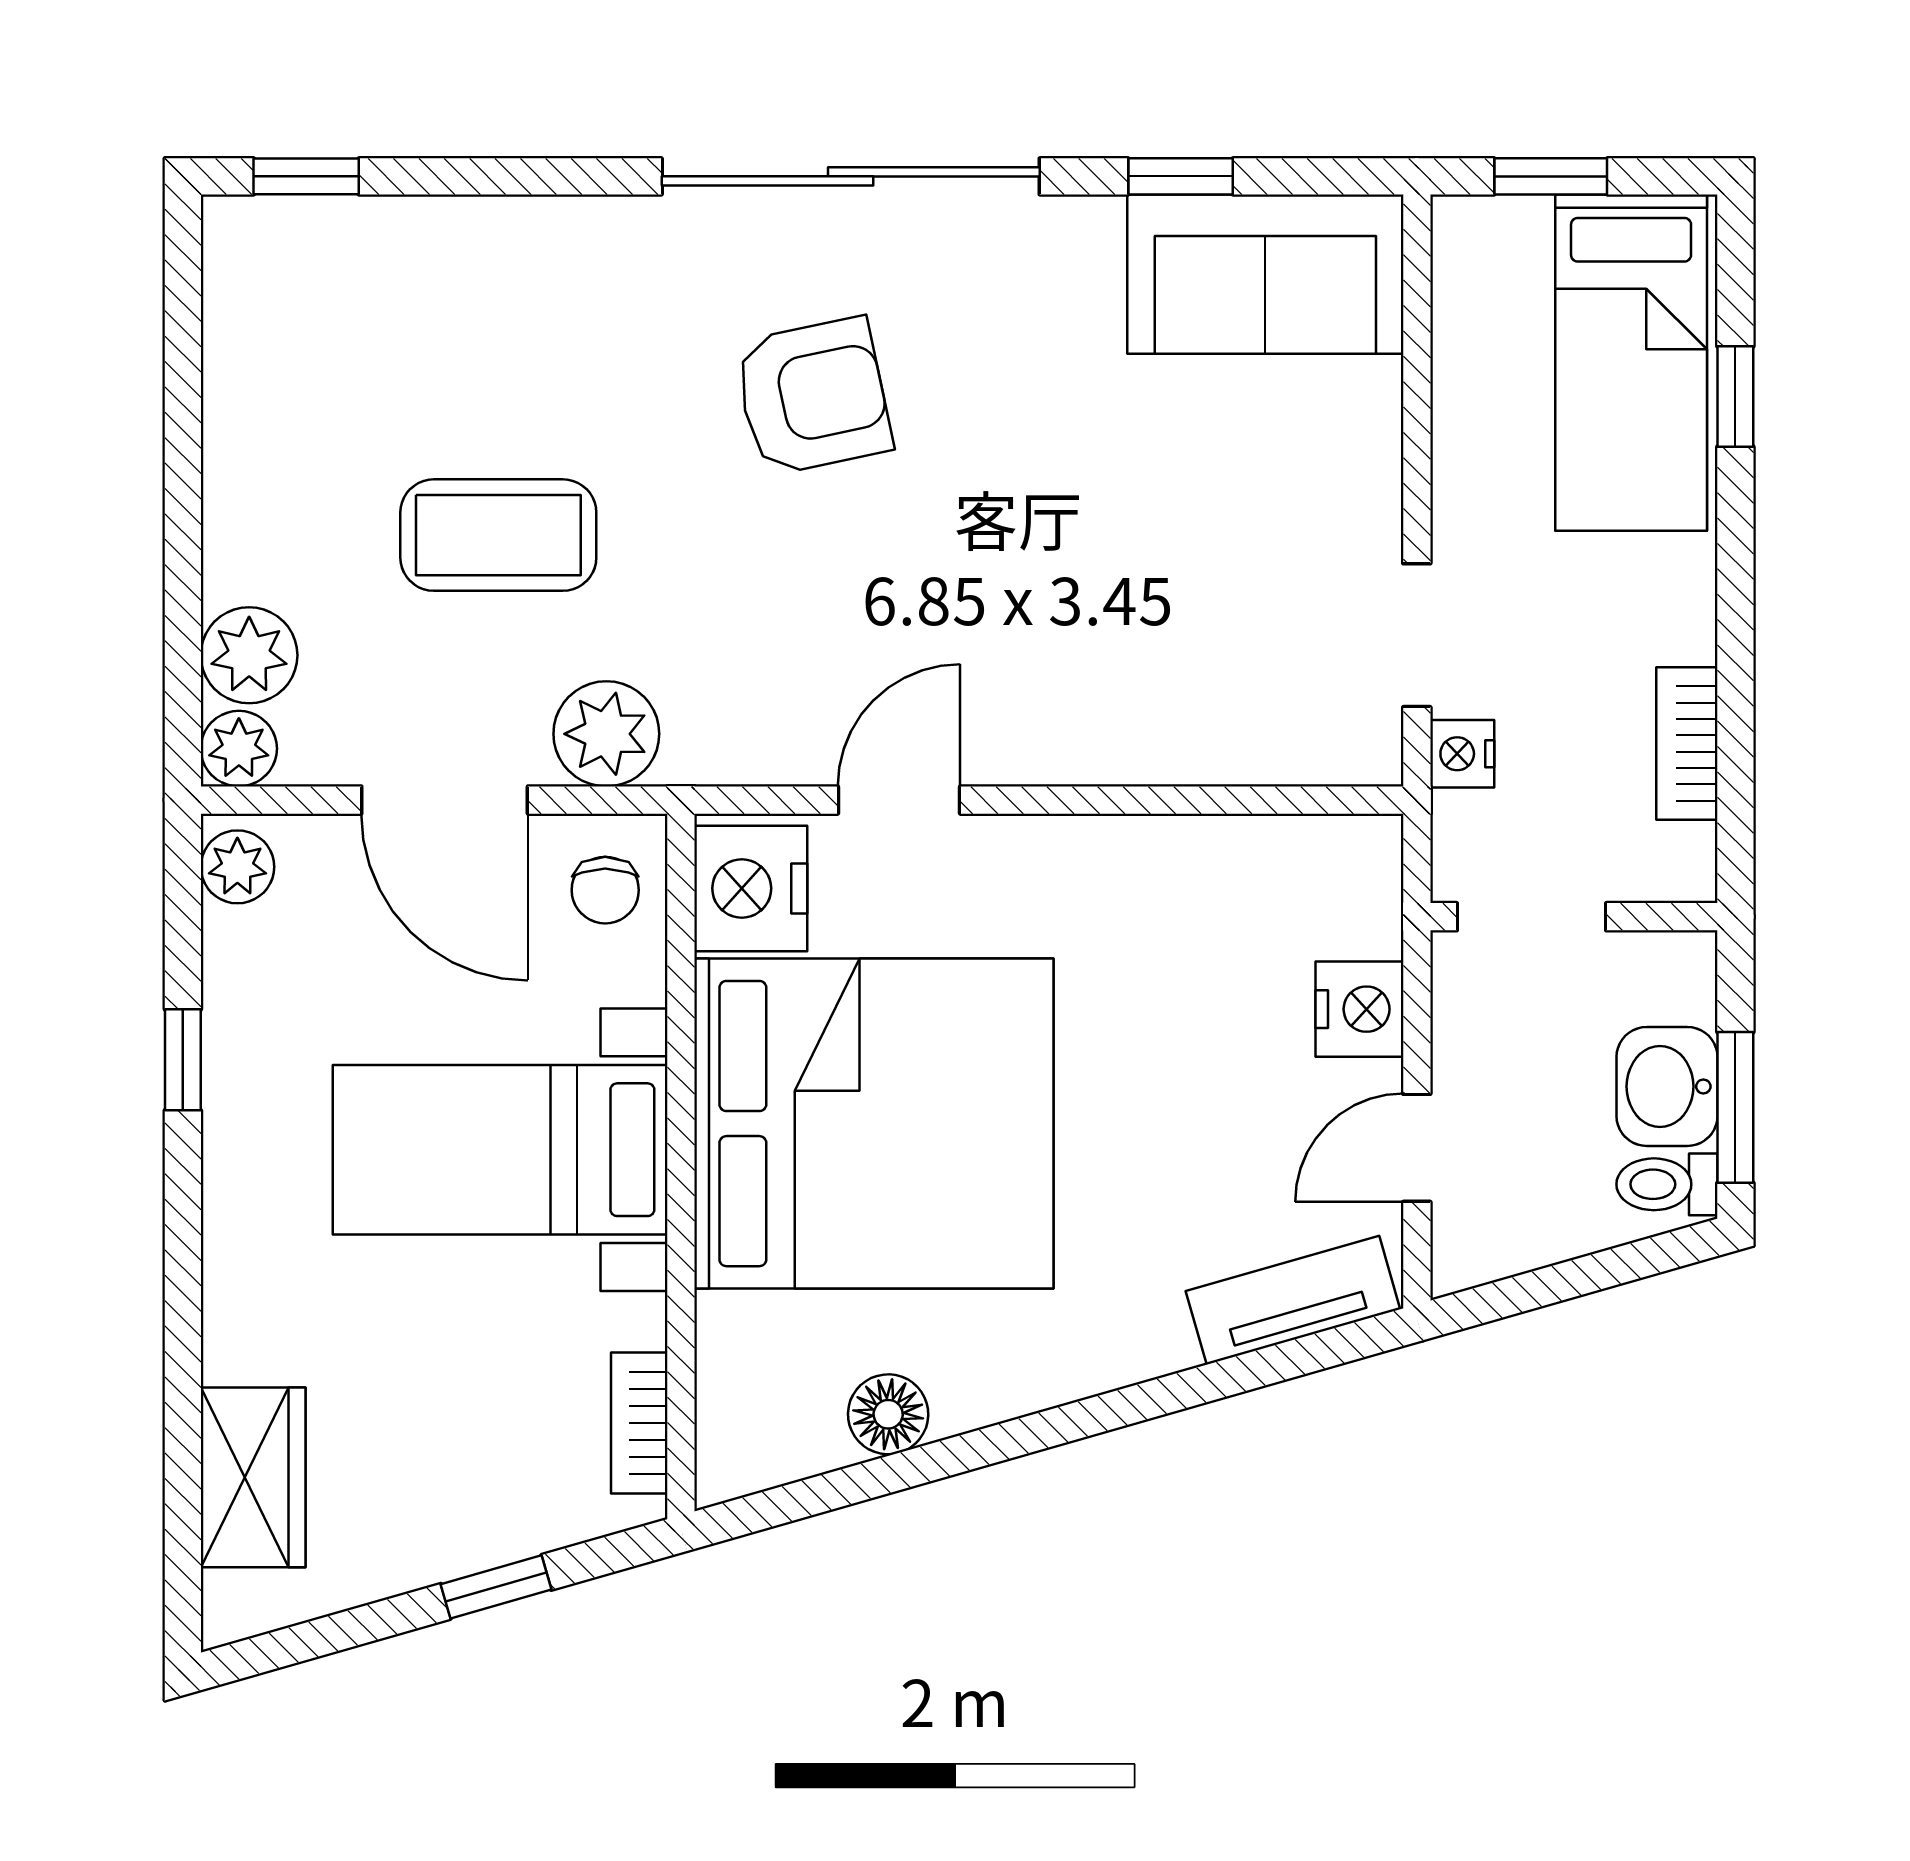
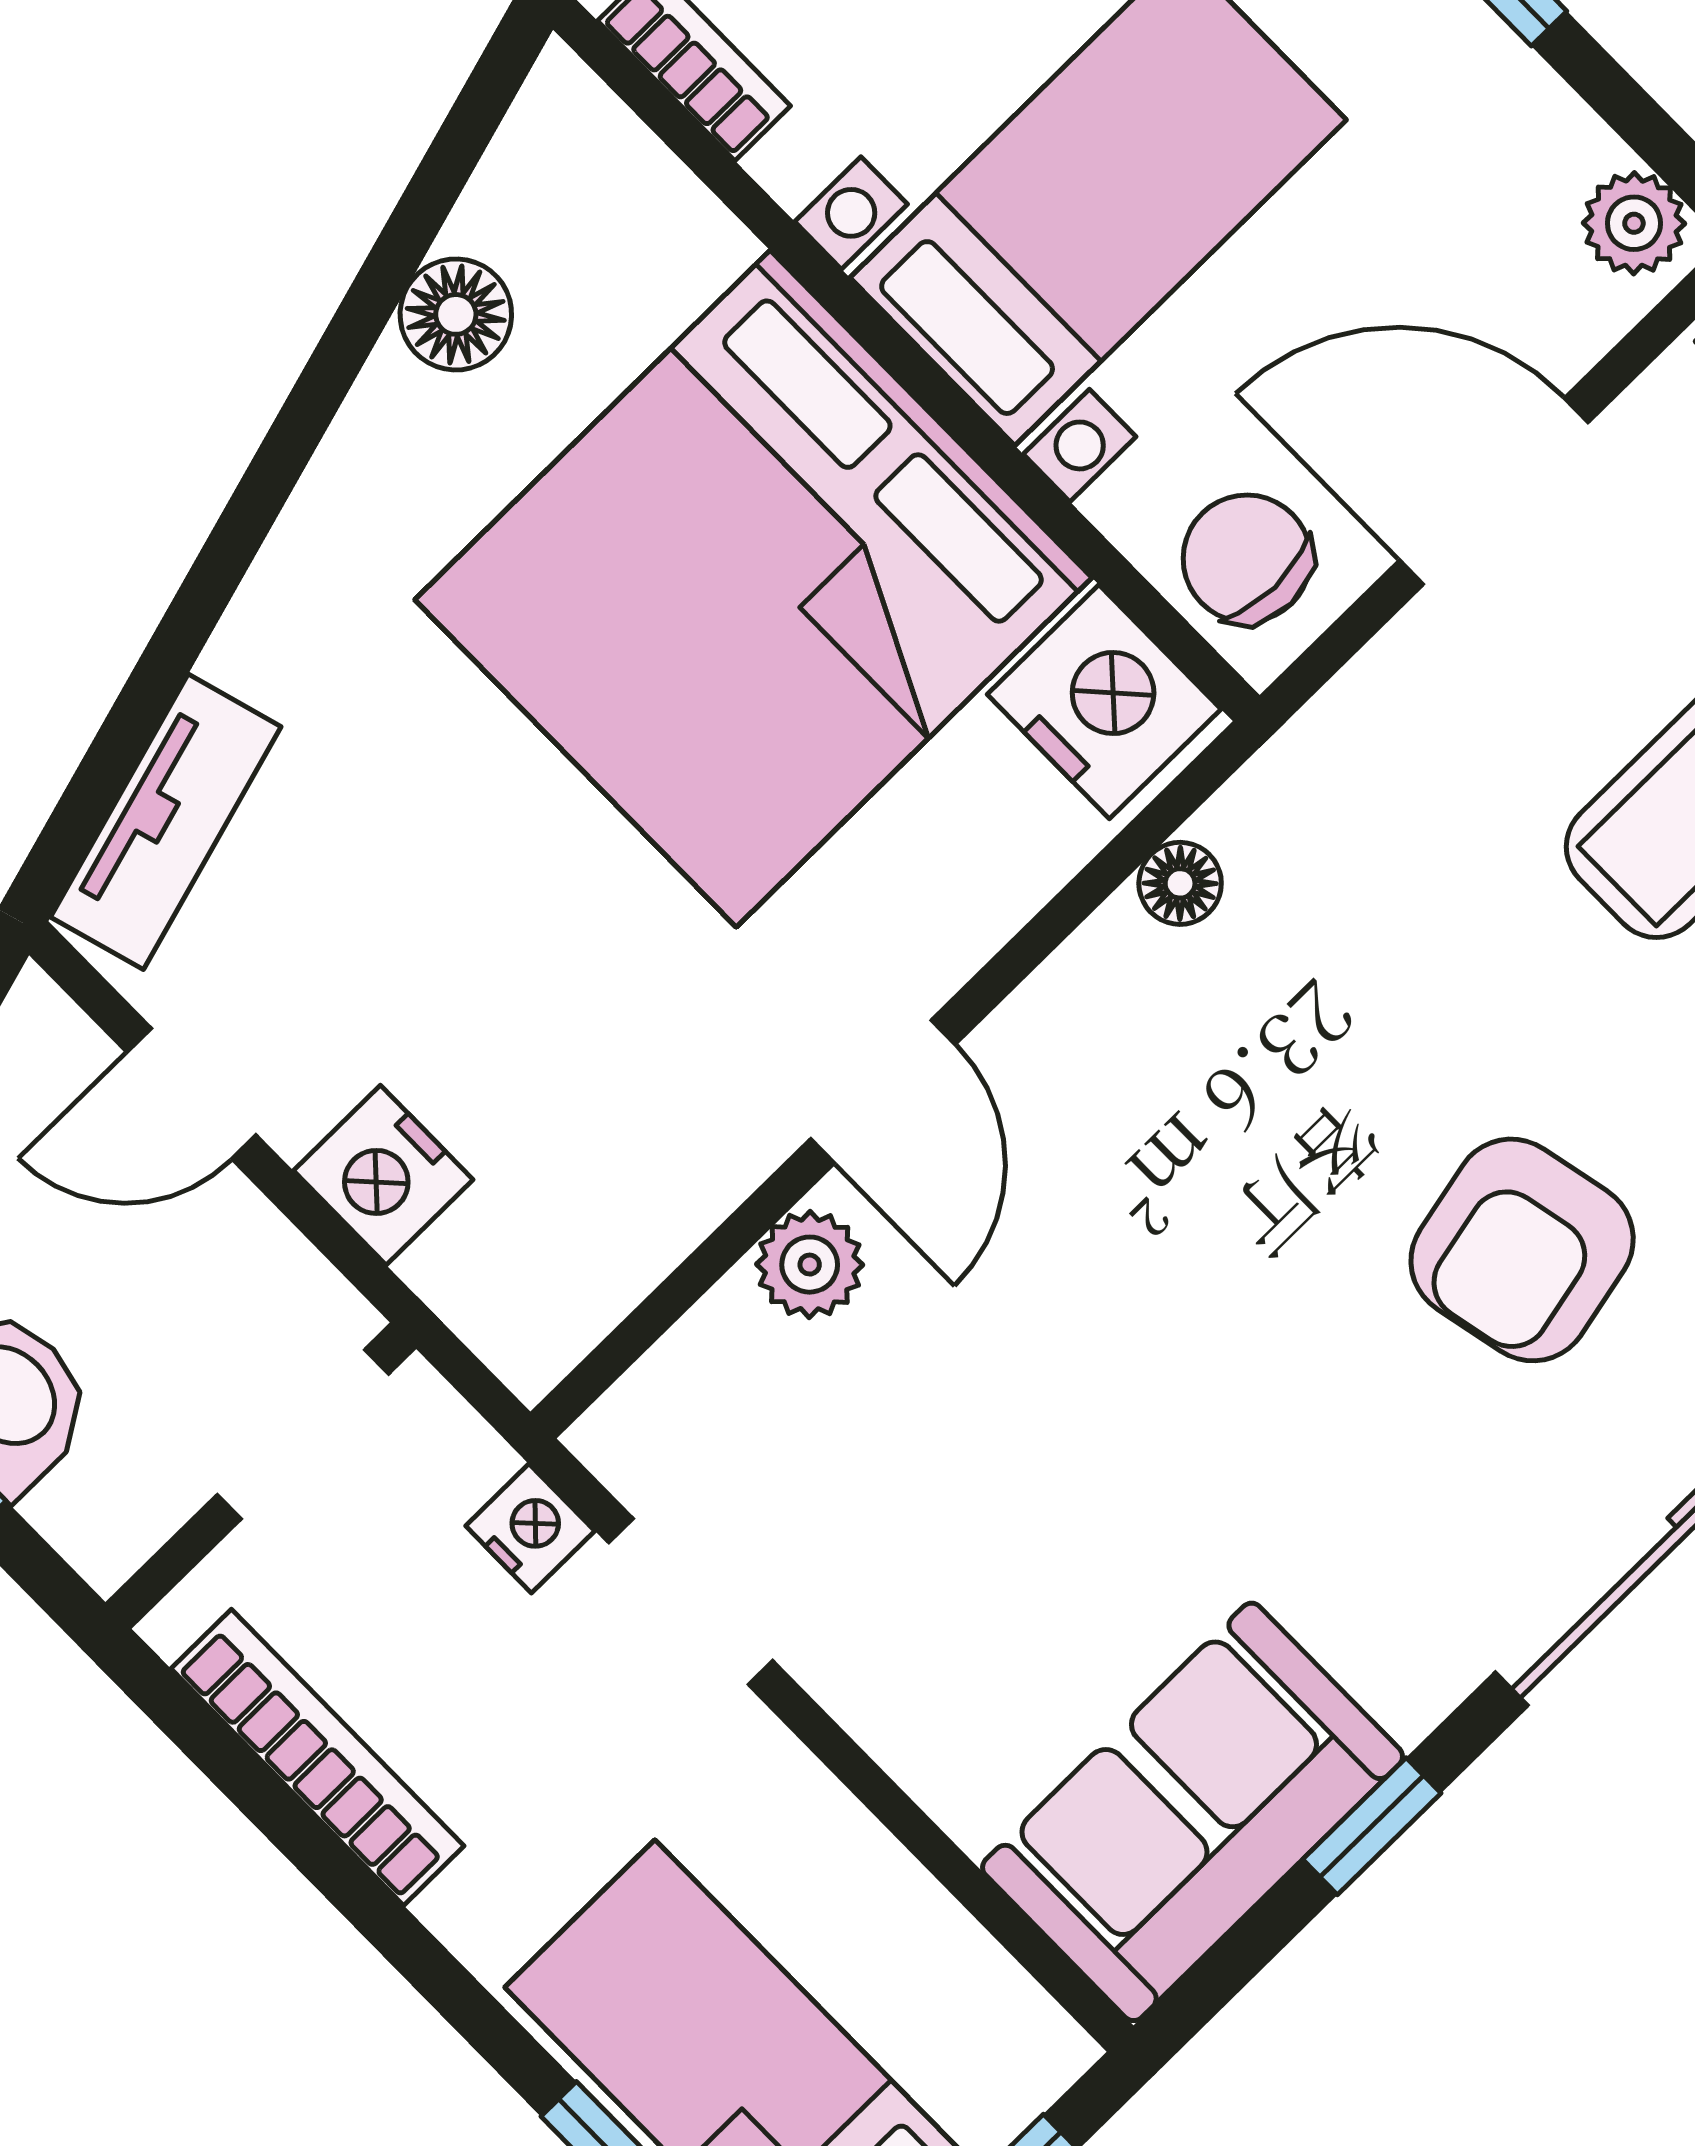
plant: (606, 734) -> (810, 1265), moved, width x0.73, depth x0.73
bookcase: (1687, 743) -> (318, 1757), width x1.56
floor lamp: (803, 757) -> (1180, 883), added
door: (899, 800) -> (883, 1092), moved
chair: (605, 890) -> (1247, 558), width x1.37, depth x1.37
door: (1417, 1148) -> (191, 1094), swing flipped

